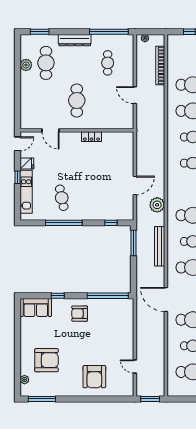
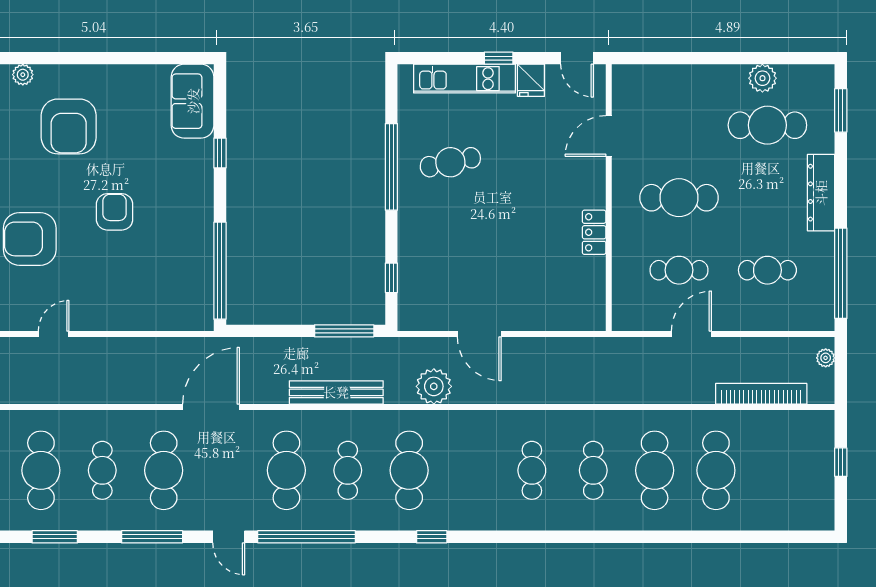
cafe table: (108, 100) -> (679, 270), added
armchair: (80, 314) -> (115, 212), moved

